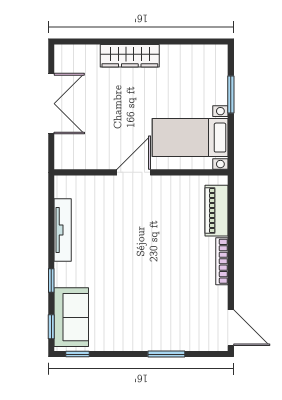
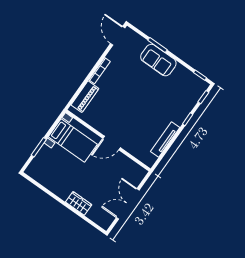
wardrobe: (130, 56) -> (79, 203), width x0.67
sofa: (71, 317) -> (158, 60), moved, turned -90

